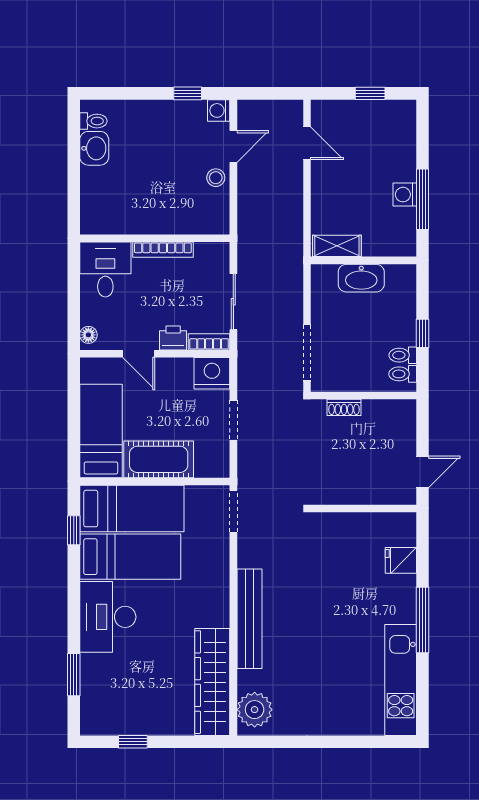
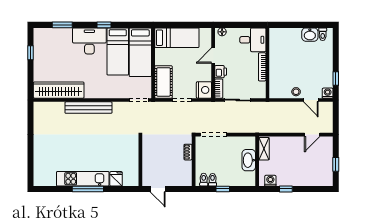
washing machine: (405, 195) -> (270, 181), moved
window: (422, 199) -> (286, 189), width x0.46
cot: (159, 459) -> (163, 82), moved
window: (74, 530) -> (104, 25), moved
kitchen unit: (401, 680) -> (83, 179), moved
plant: (255, 710) -> (46, 110), removed

